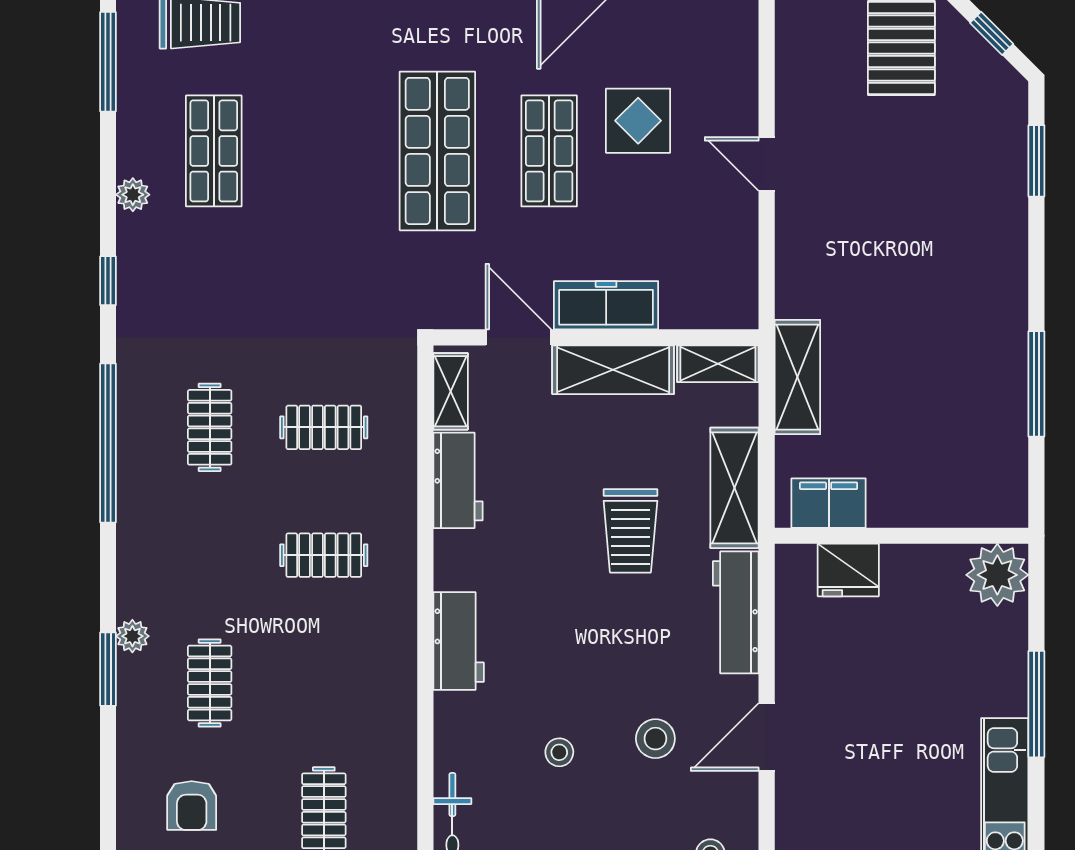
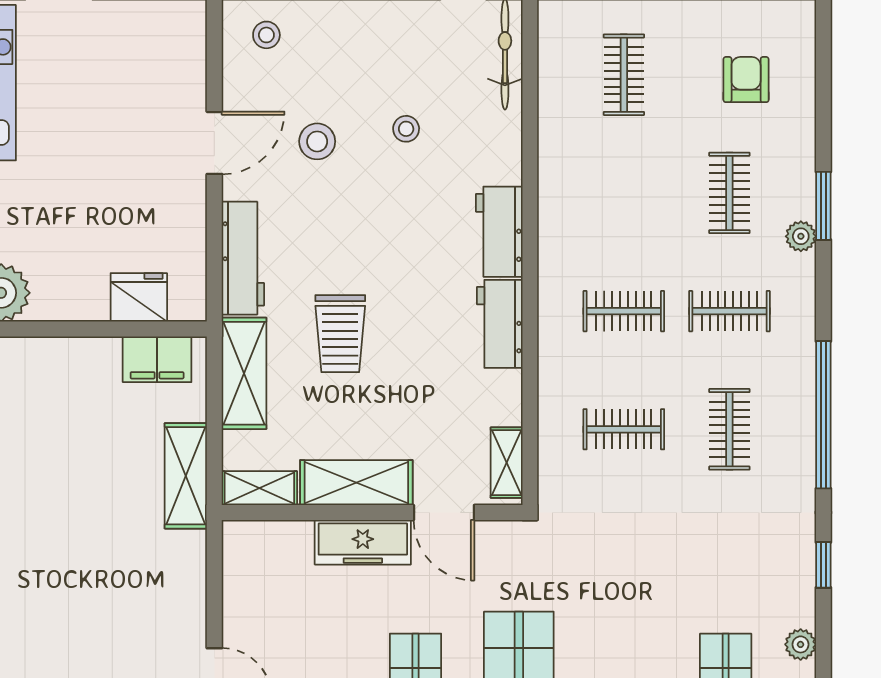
workbench: (458, 480) -> (500, 324), moved
trolley: (630, 531) -> (340, 334), turned 180
clothes rail: (210, 555) -> (729, 311), added

